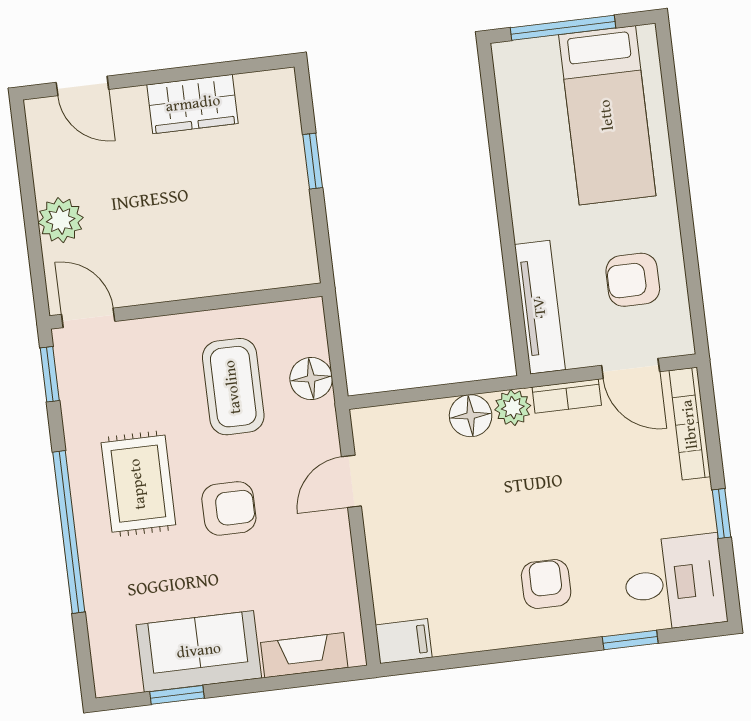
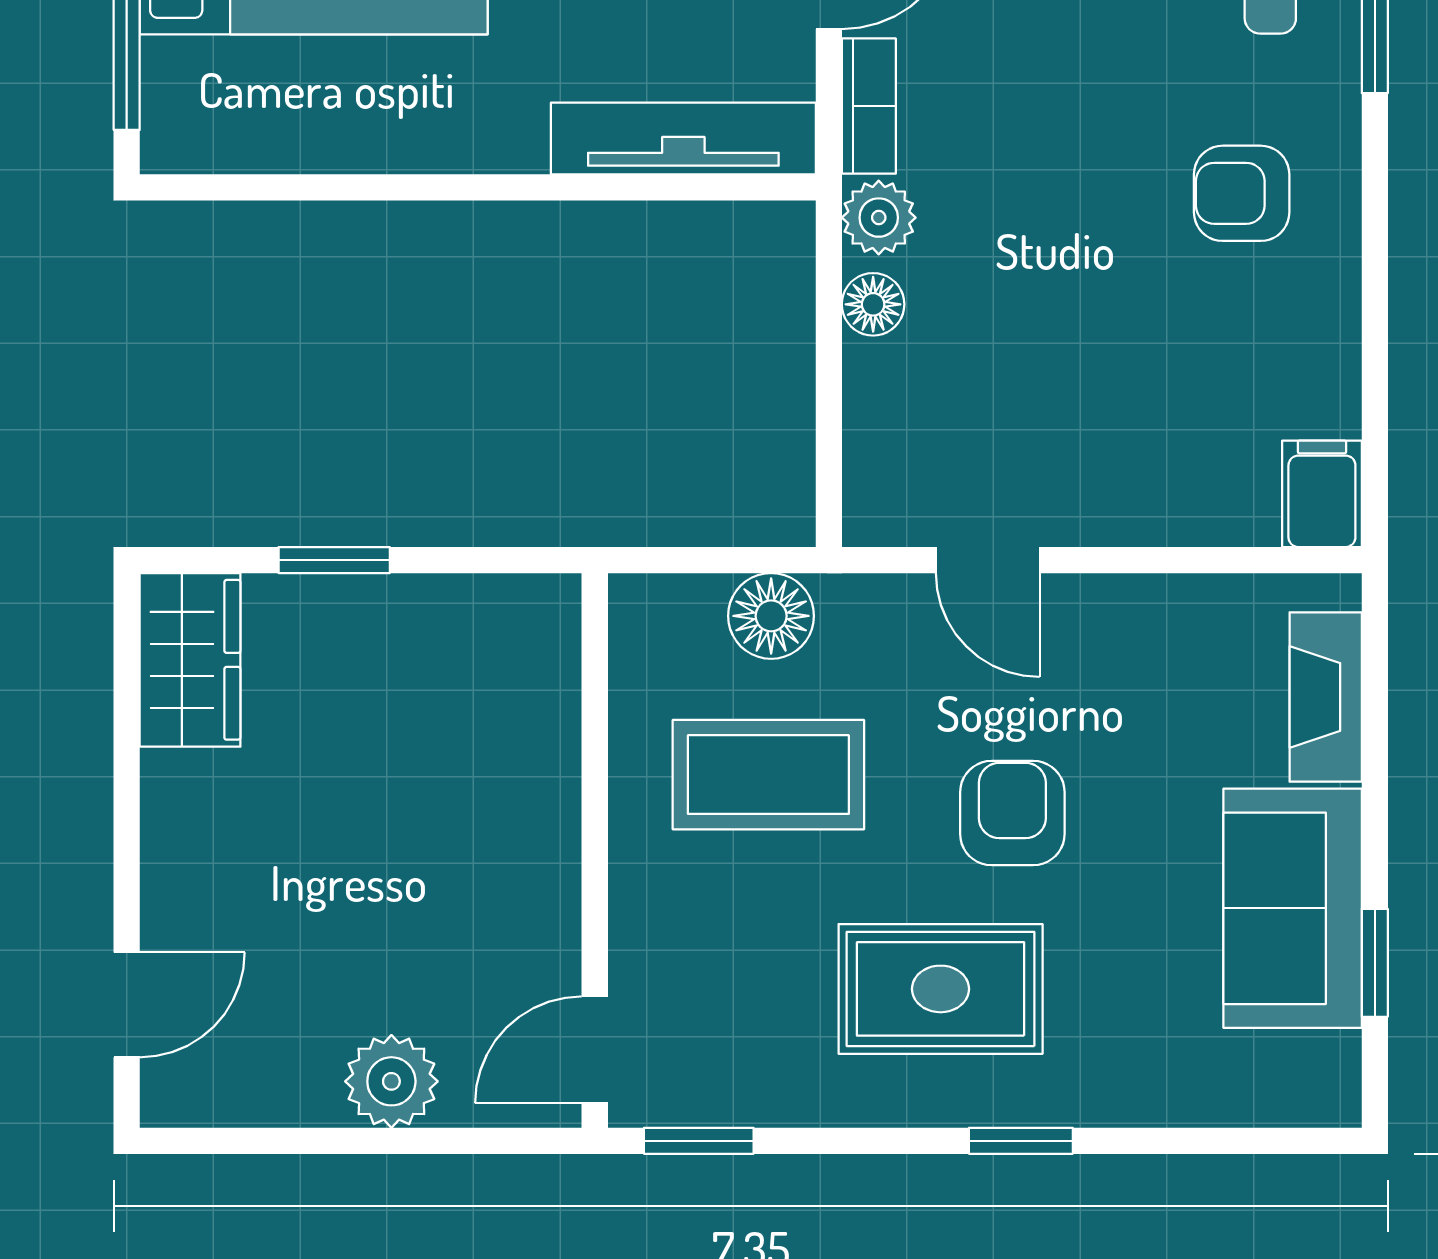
wardrobe: (193, 104) -> (190, 660), moved
floor lamp: (471, 416) -> (873, 304), width x0.73, depth x0.73
window: (69, 532) -> (1021, 1141), width x0.32

